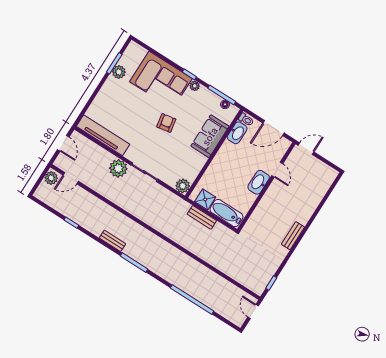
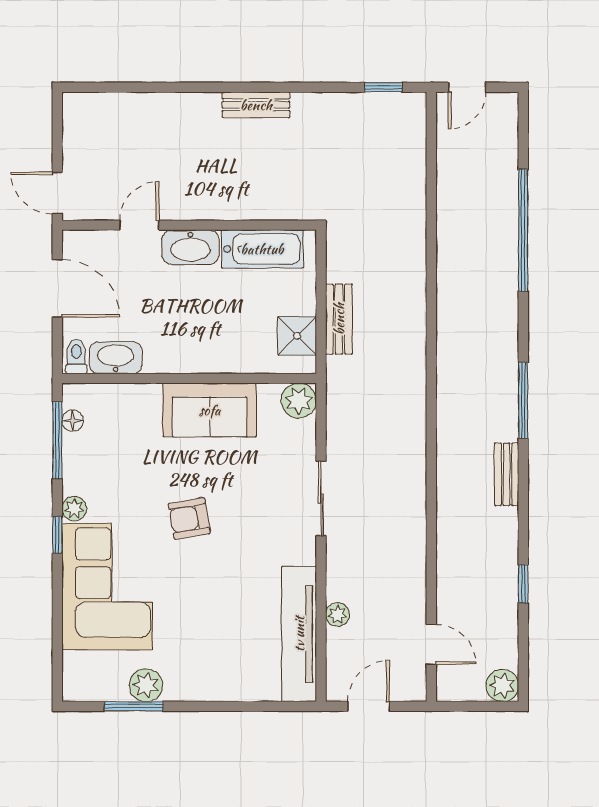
sofa: (210, 136) -> (210, 410), moved
plant: (118, 168) -> (337, 615), moved, width x0.53, depth x0.53
plant: (51, 178) -> (502, 685), moved
bathtub: (226, 213) -> (262, 249), moved, turned -90

